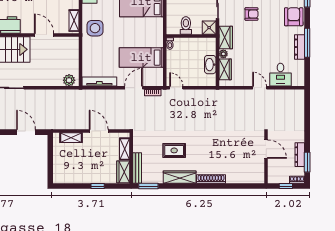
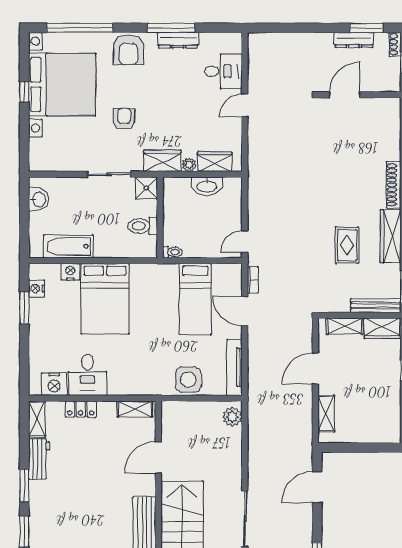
armchair: (294, 17) -> (129, 50), turned -90
side table: (95, 28) -> (188, 380), moved

